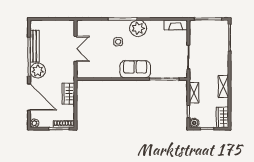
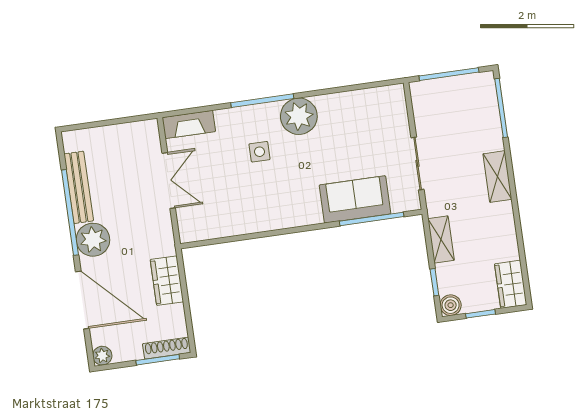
fireplace: (176, 25) -> (189, 124), moved
sofa: (135, 69) -> (355, 199), moved
shelving: (223, 86) -> (497, 177), moved

